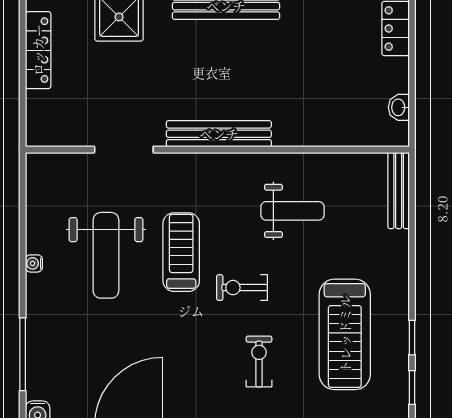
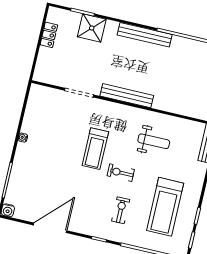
locker: (38, 50) -> (49, 35), width x0.66
treadmill: (181, 252) -> (95, 149), turned 180
weight bench: (106, 255) -> (59, 142), removed

